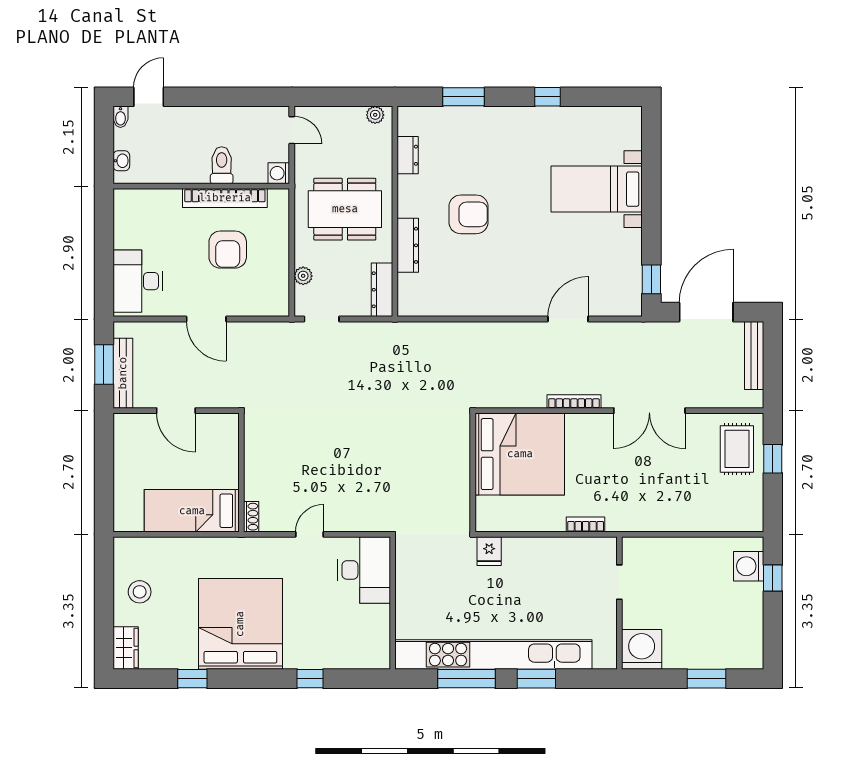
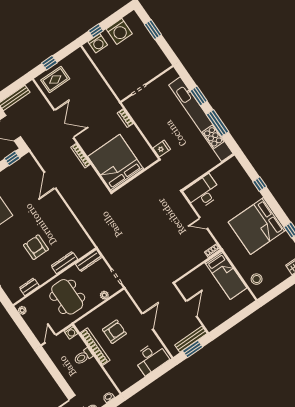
door: (568, 319) -> (50, 180), hinge flipped
stool: (140, 592) -> (257, 279), moved
washing machine: (642, 649) -> (119, 31), moved, turned -90

